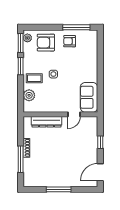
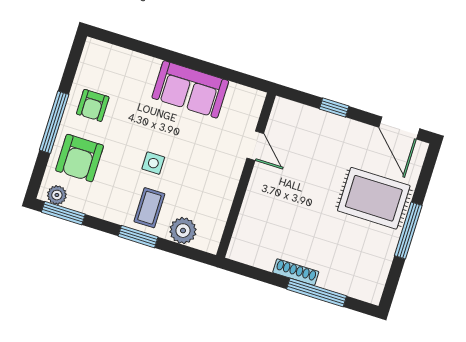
window: (76, 27) -> (54, 122), moved
window: (21, 66) -> (138, 237), moved
sofa: (89, 97) -> (190, 89), moved
dresser: (47, 122) -> (253, 211), removed
rug: (68, 171) -> (374, 198), added

